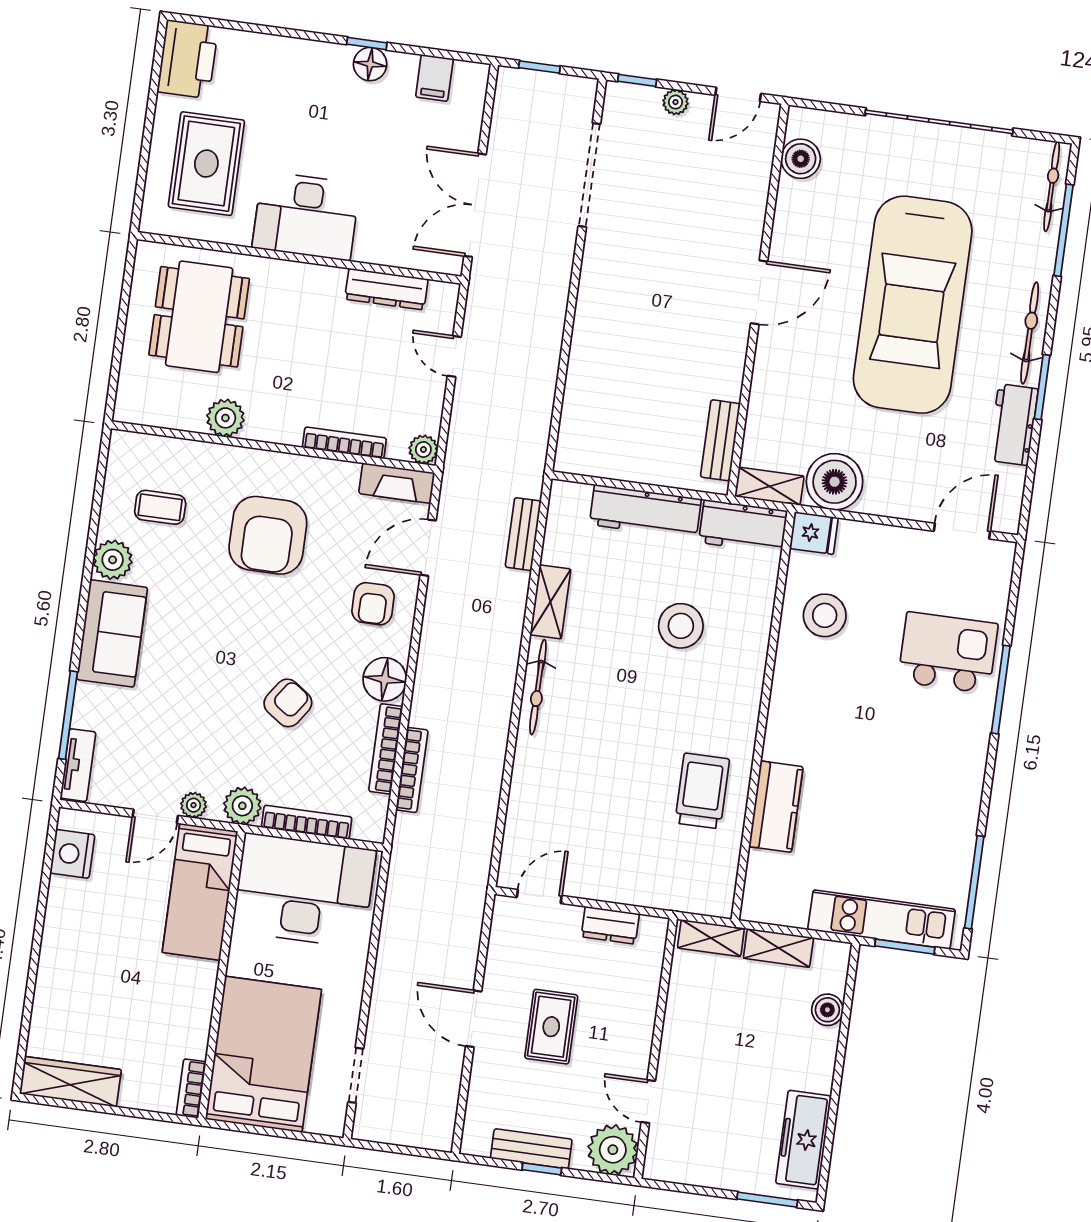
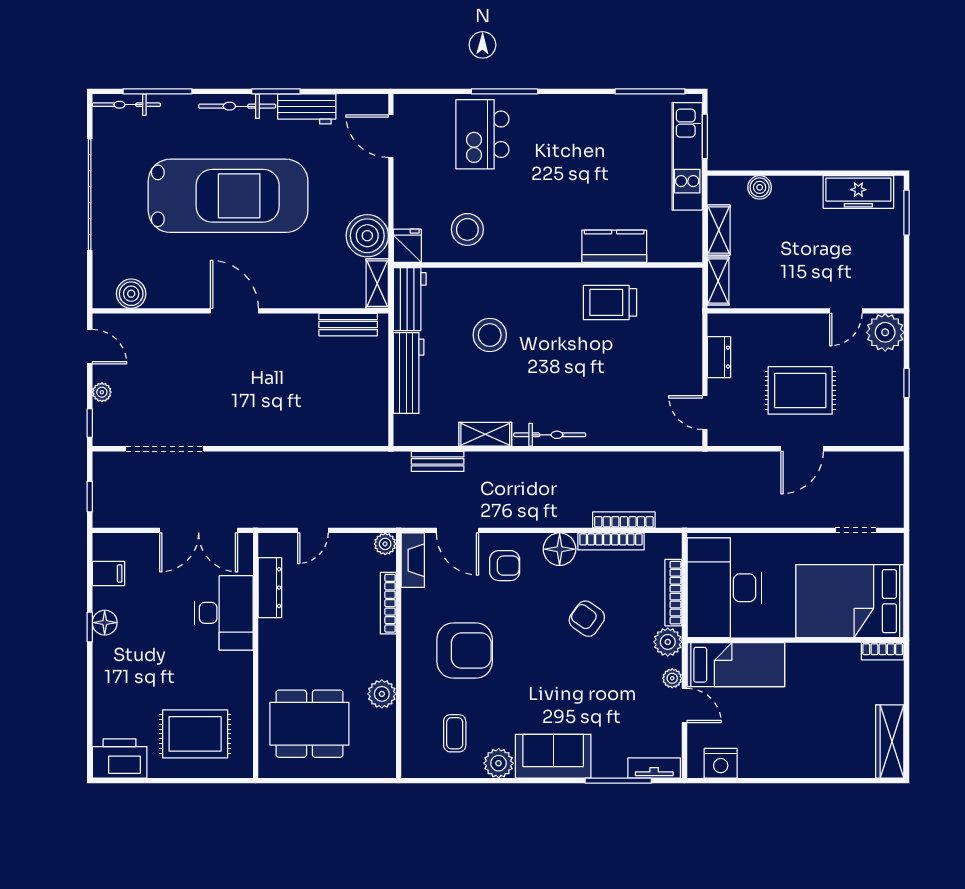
desk: (306, 216) -> (224, 613), moved
rug: (551, 1027) -> (800, 390), width x1.36, depth x1.43
bench: (531, 1149) -> (893, 393), removed

